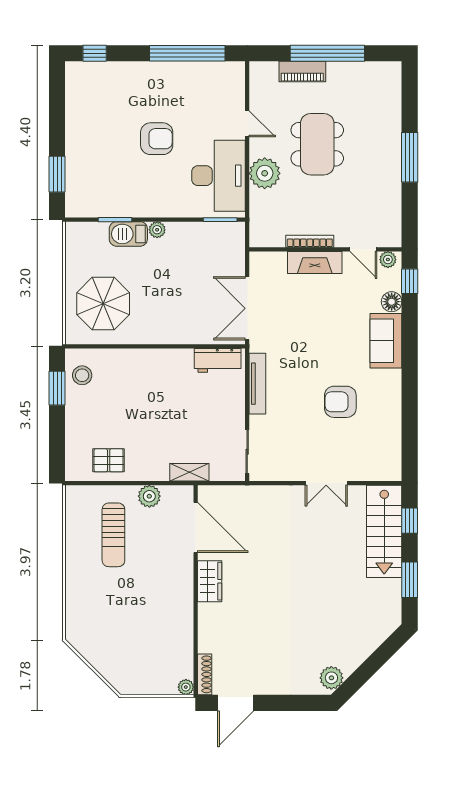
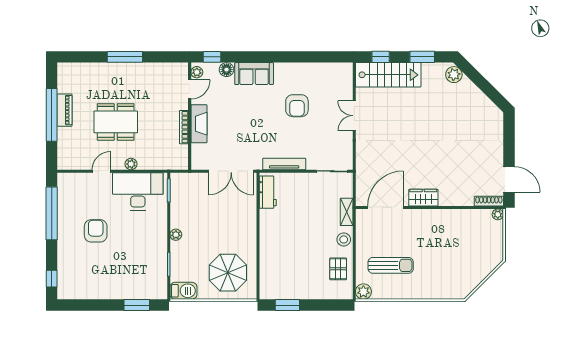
piano: (302, 71) -> (64, 110), moved
armchair: (157, 139) -> (96, 231), moved
plant: (265, 173) -> (131, 164), width x0.53, depth x0.53
barbecue: (128, 234) -> (183, 291), moved, turned -90
stool: (82, 375) -> (344, 239), moved
double door: (326, 483) -> (354, 116), swing flipped
plant: (149, 496) -> (363, 292), moved
plant: (331, 678) -> (454, 75), moved

